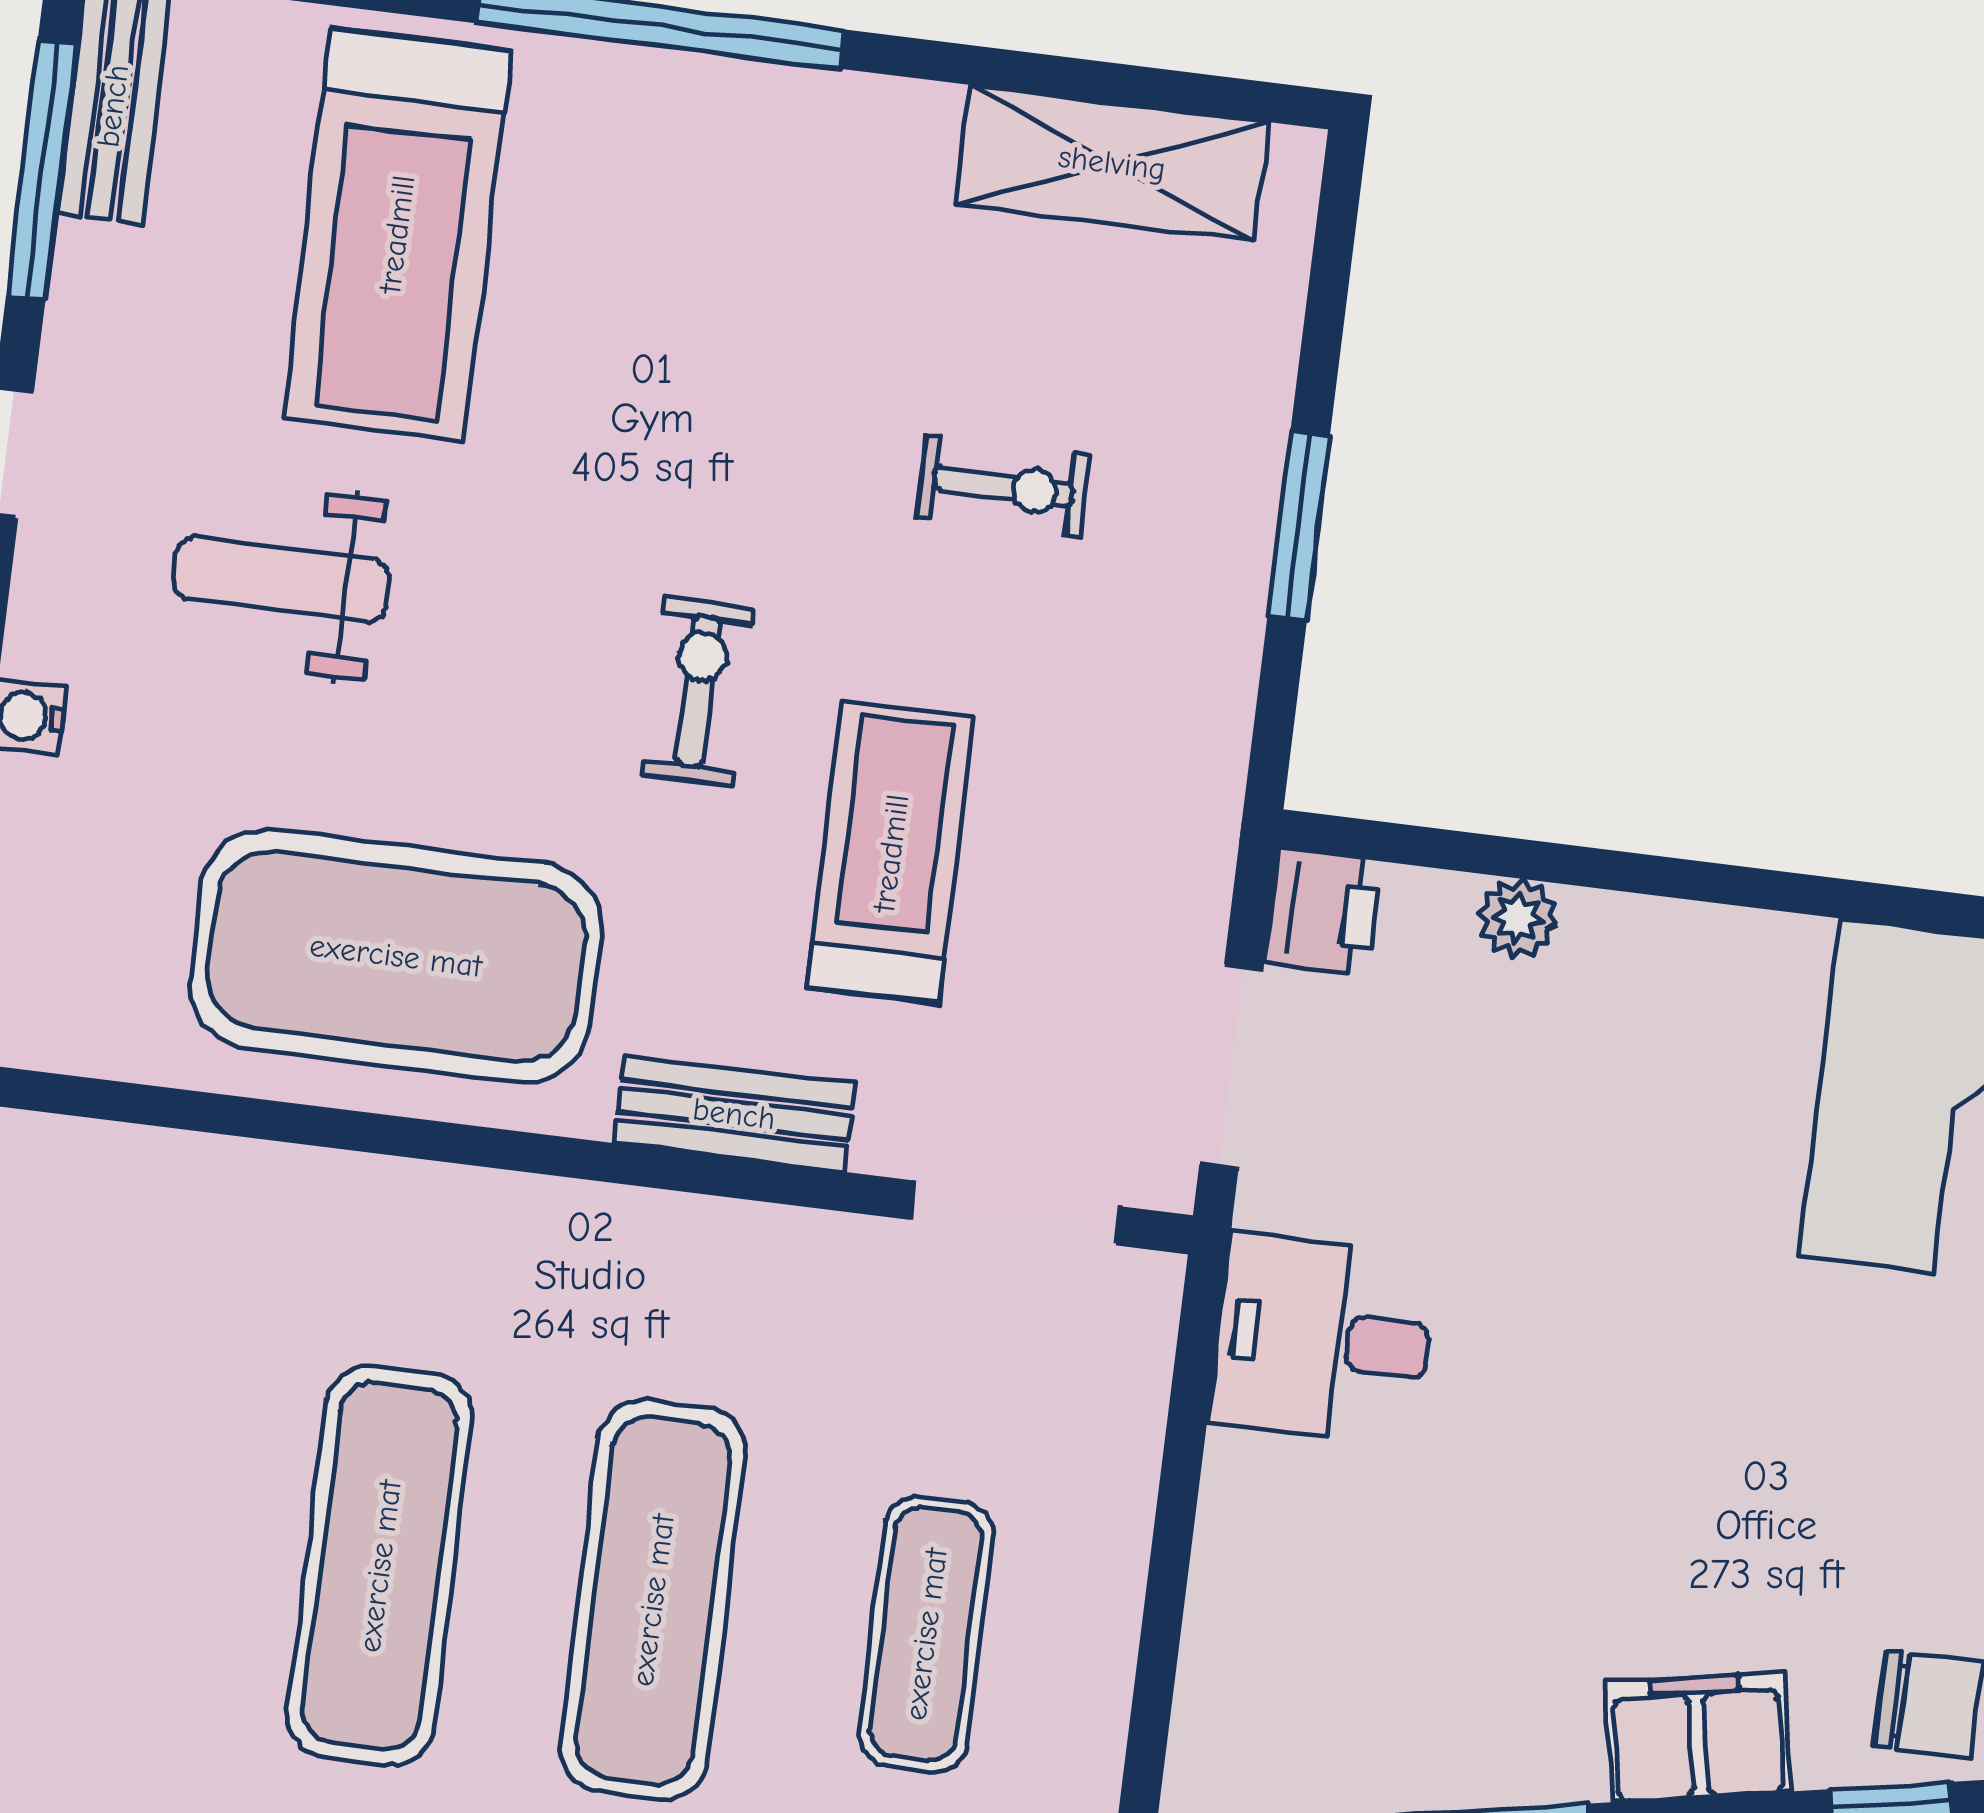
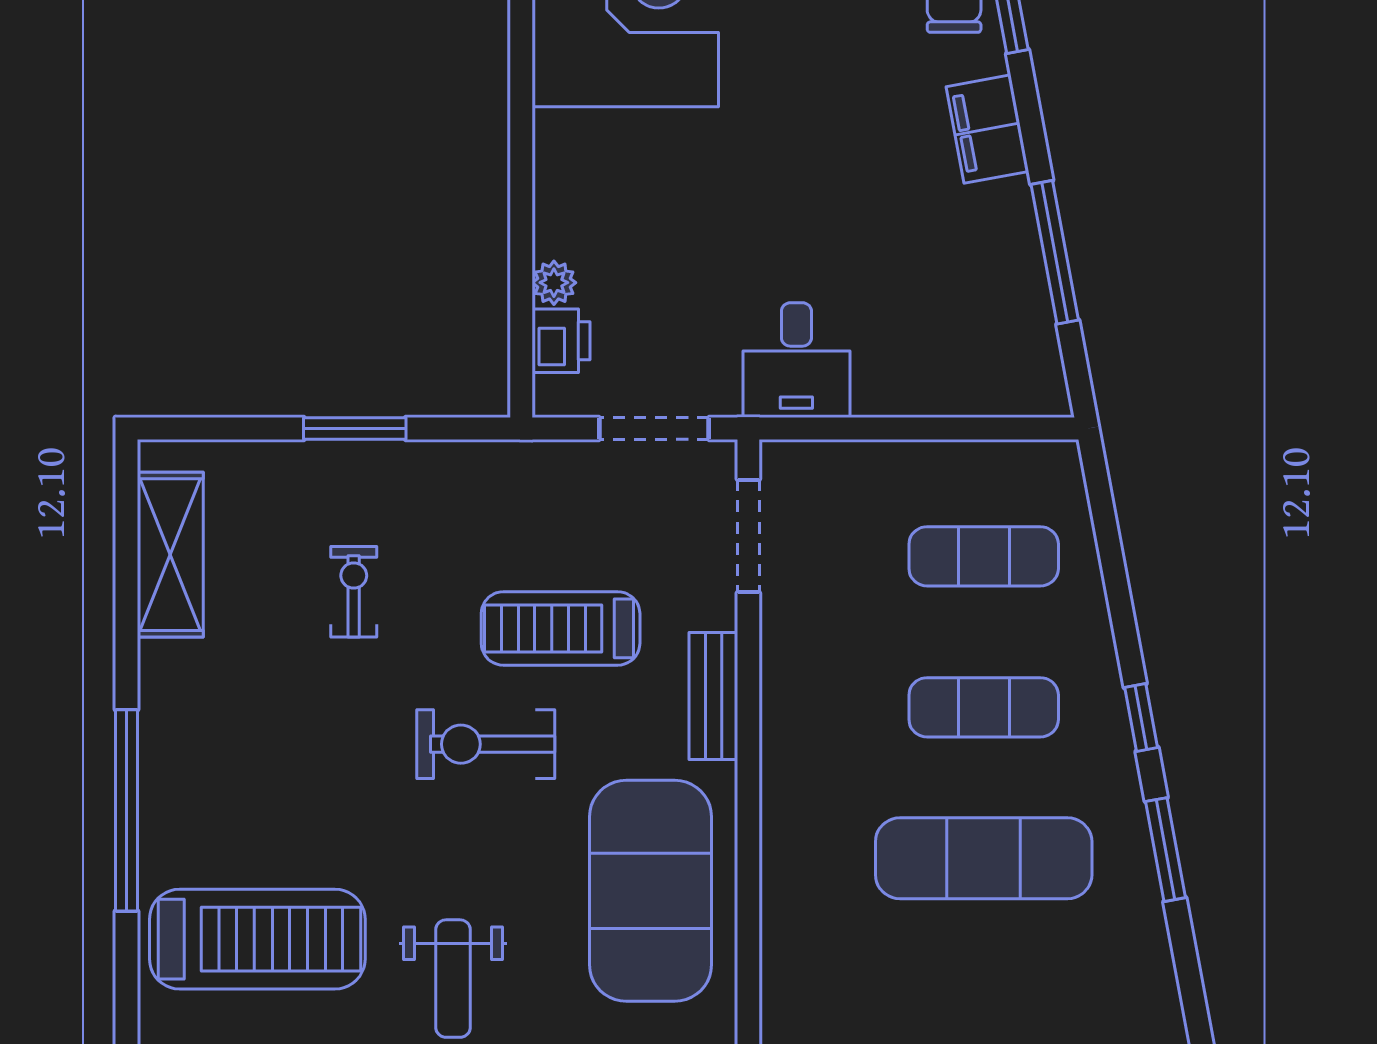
exercise bike: (698, 691) -> (486, 744), width x1.38, depth x1.39
printer: (1323, 913) -> (561, 341), moved, turned 90
exercise mat: (653, 1600) -> (984, 707), width x0.73, depth x0.69

